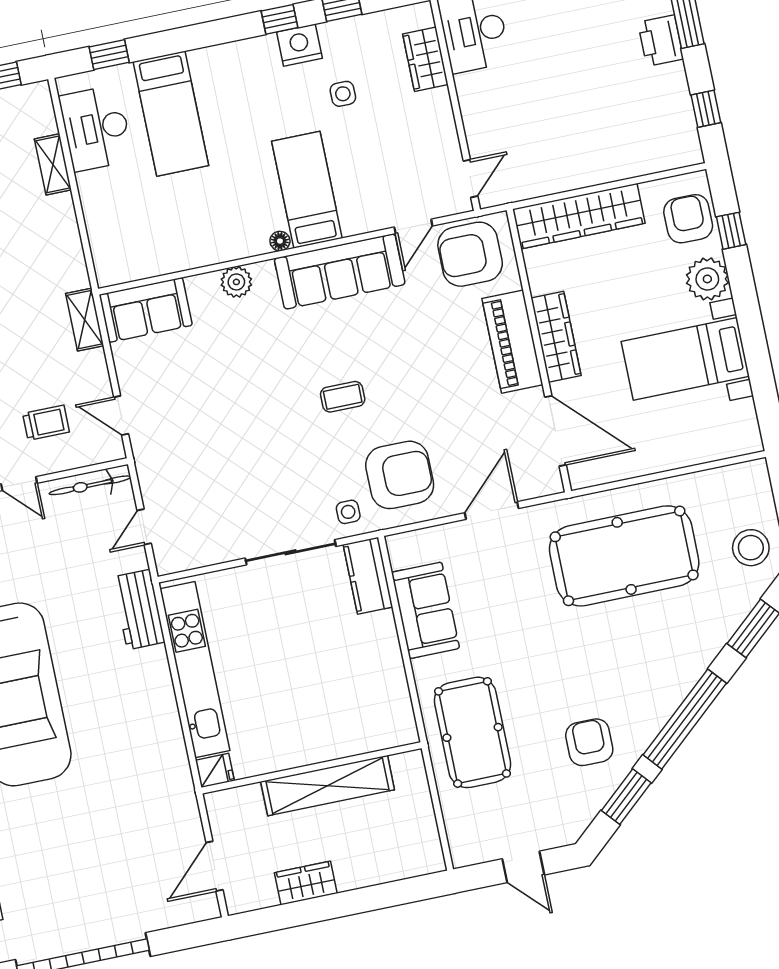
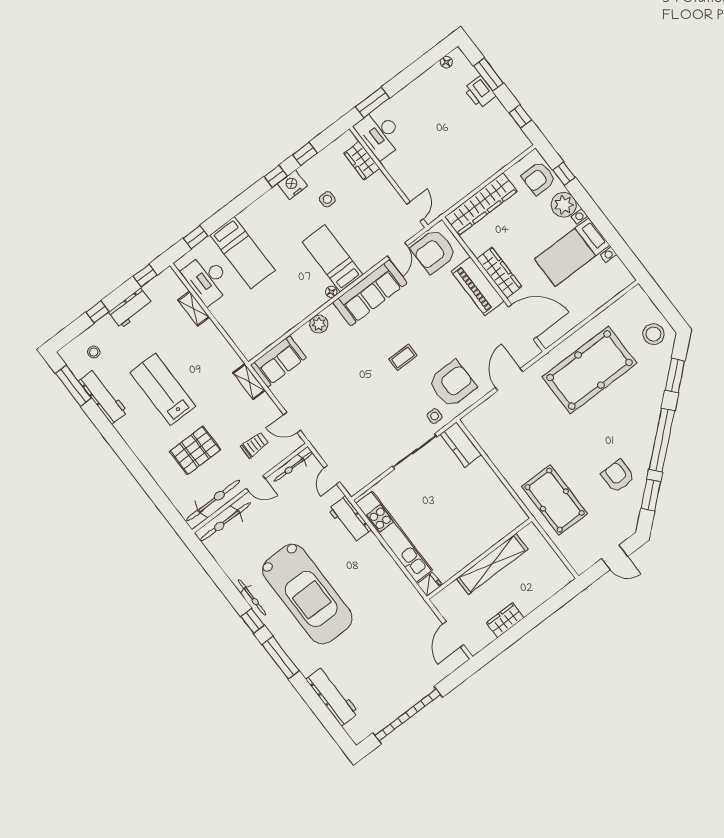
armchair: (688, 219) -> (539, 178), turned -90
sofa: (425, 610) -> (499, 448), removed

